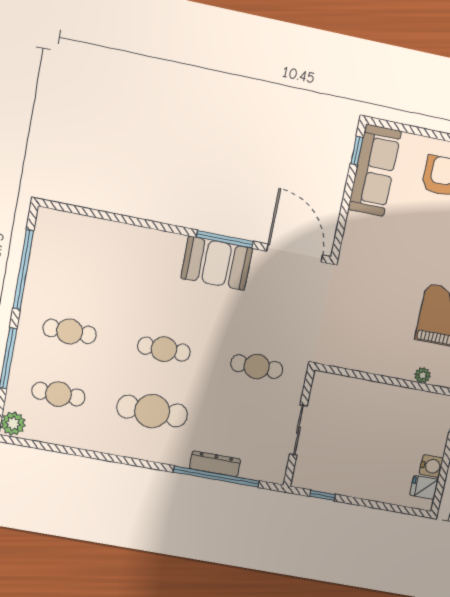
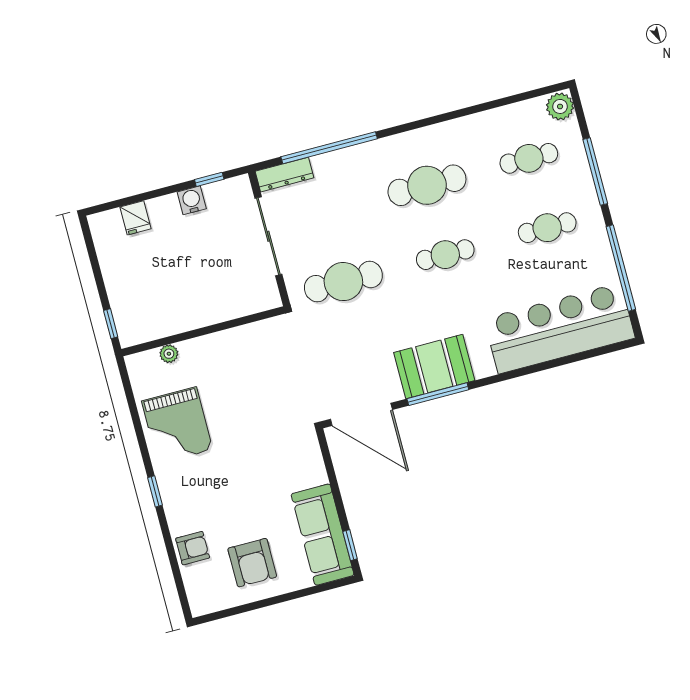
bar counter: (98, 245) -> (560, 328), added
cafe table: (257, 367) -> (343, 282), width x1.37, depth x1.35
sliding door: (298, 430) -> (268, 236), width x1.37
dresser: (215, 464) -> (284, 175), moved
water cooler: (431, 466) -> (192, 200), moved, turned 90
fridge: (424, 487) -> (136, 218), moved, turned 90

